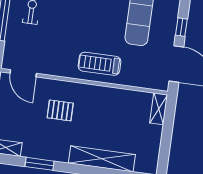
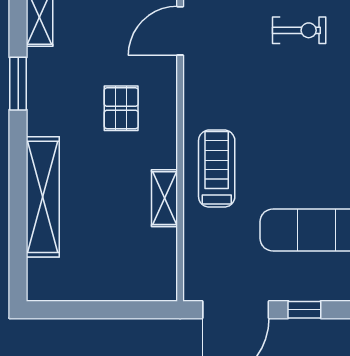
shelving: (159, 109) -> (165, 198), moved, turned 90

